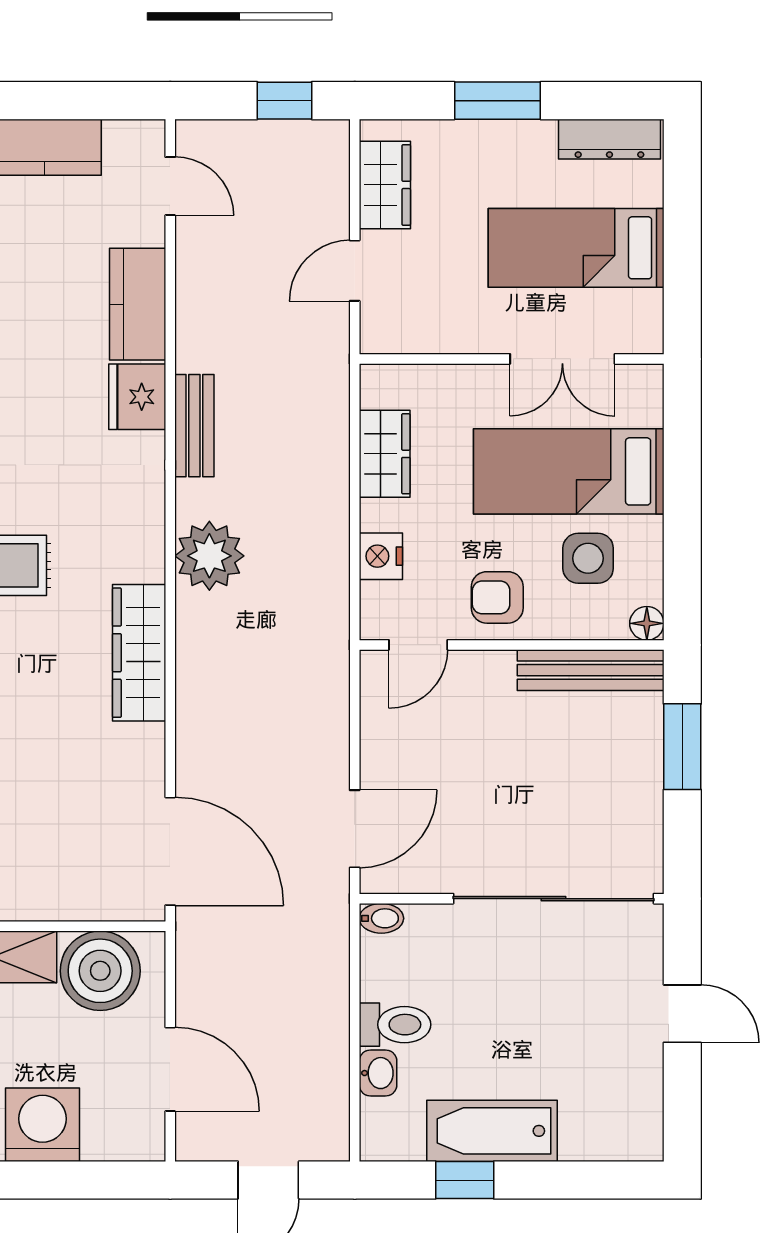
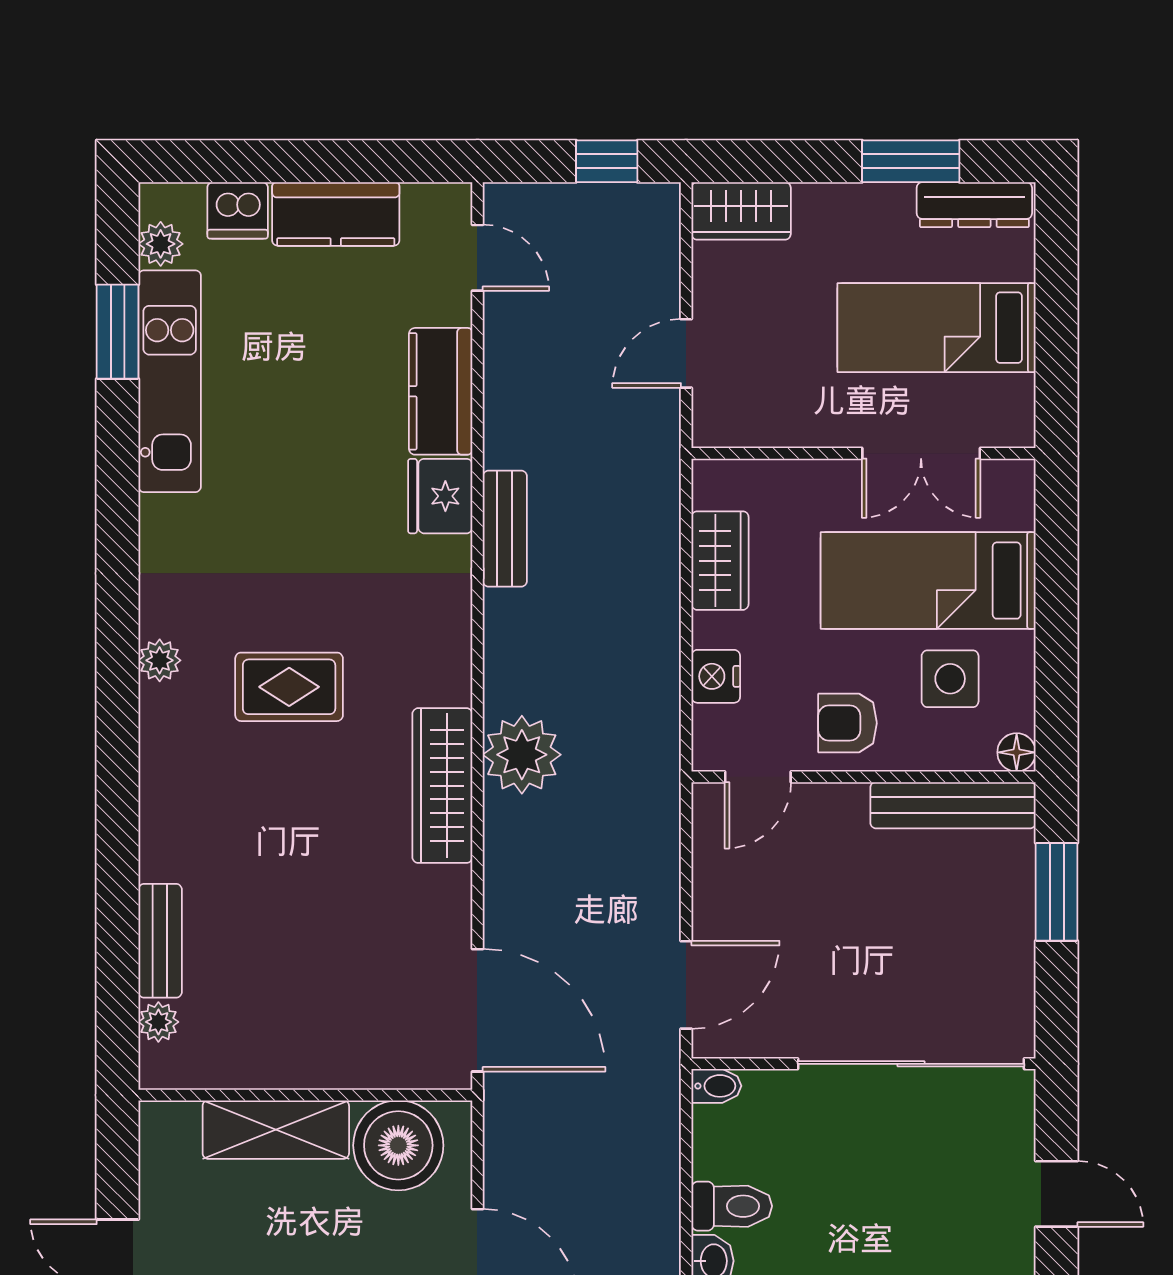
window: (498, 101) -> (911, 161), moved
wardrobe: (385, 185) -> (741, 211), moved, turned 90
plant: (209, 556) -> (522, 755), moved

